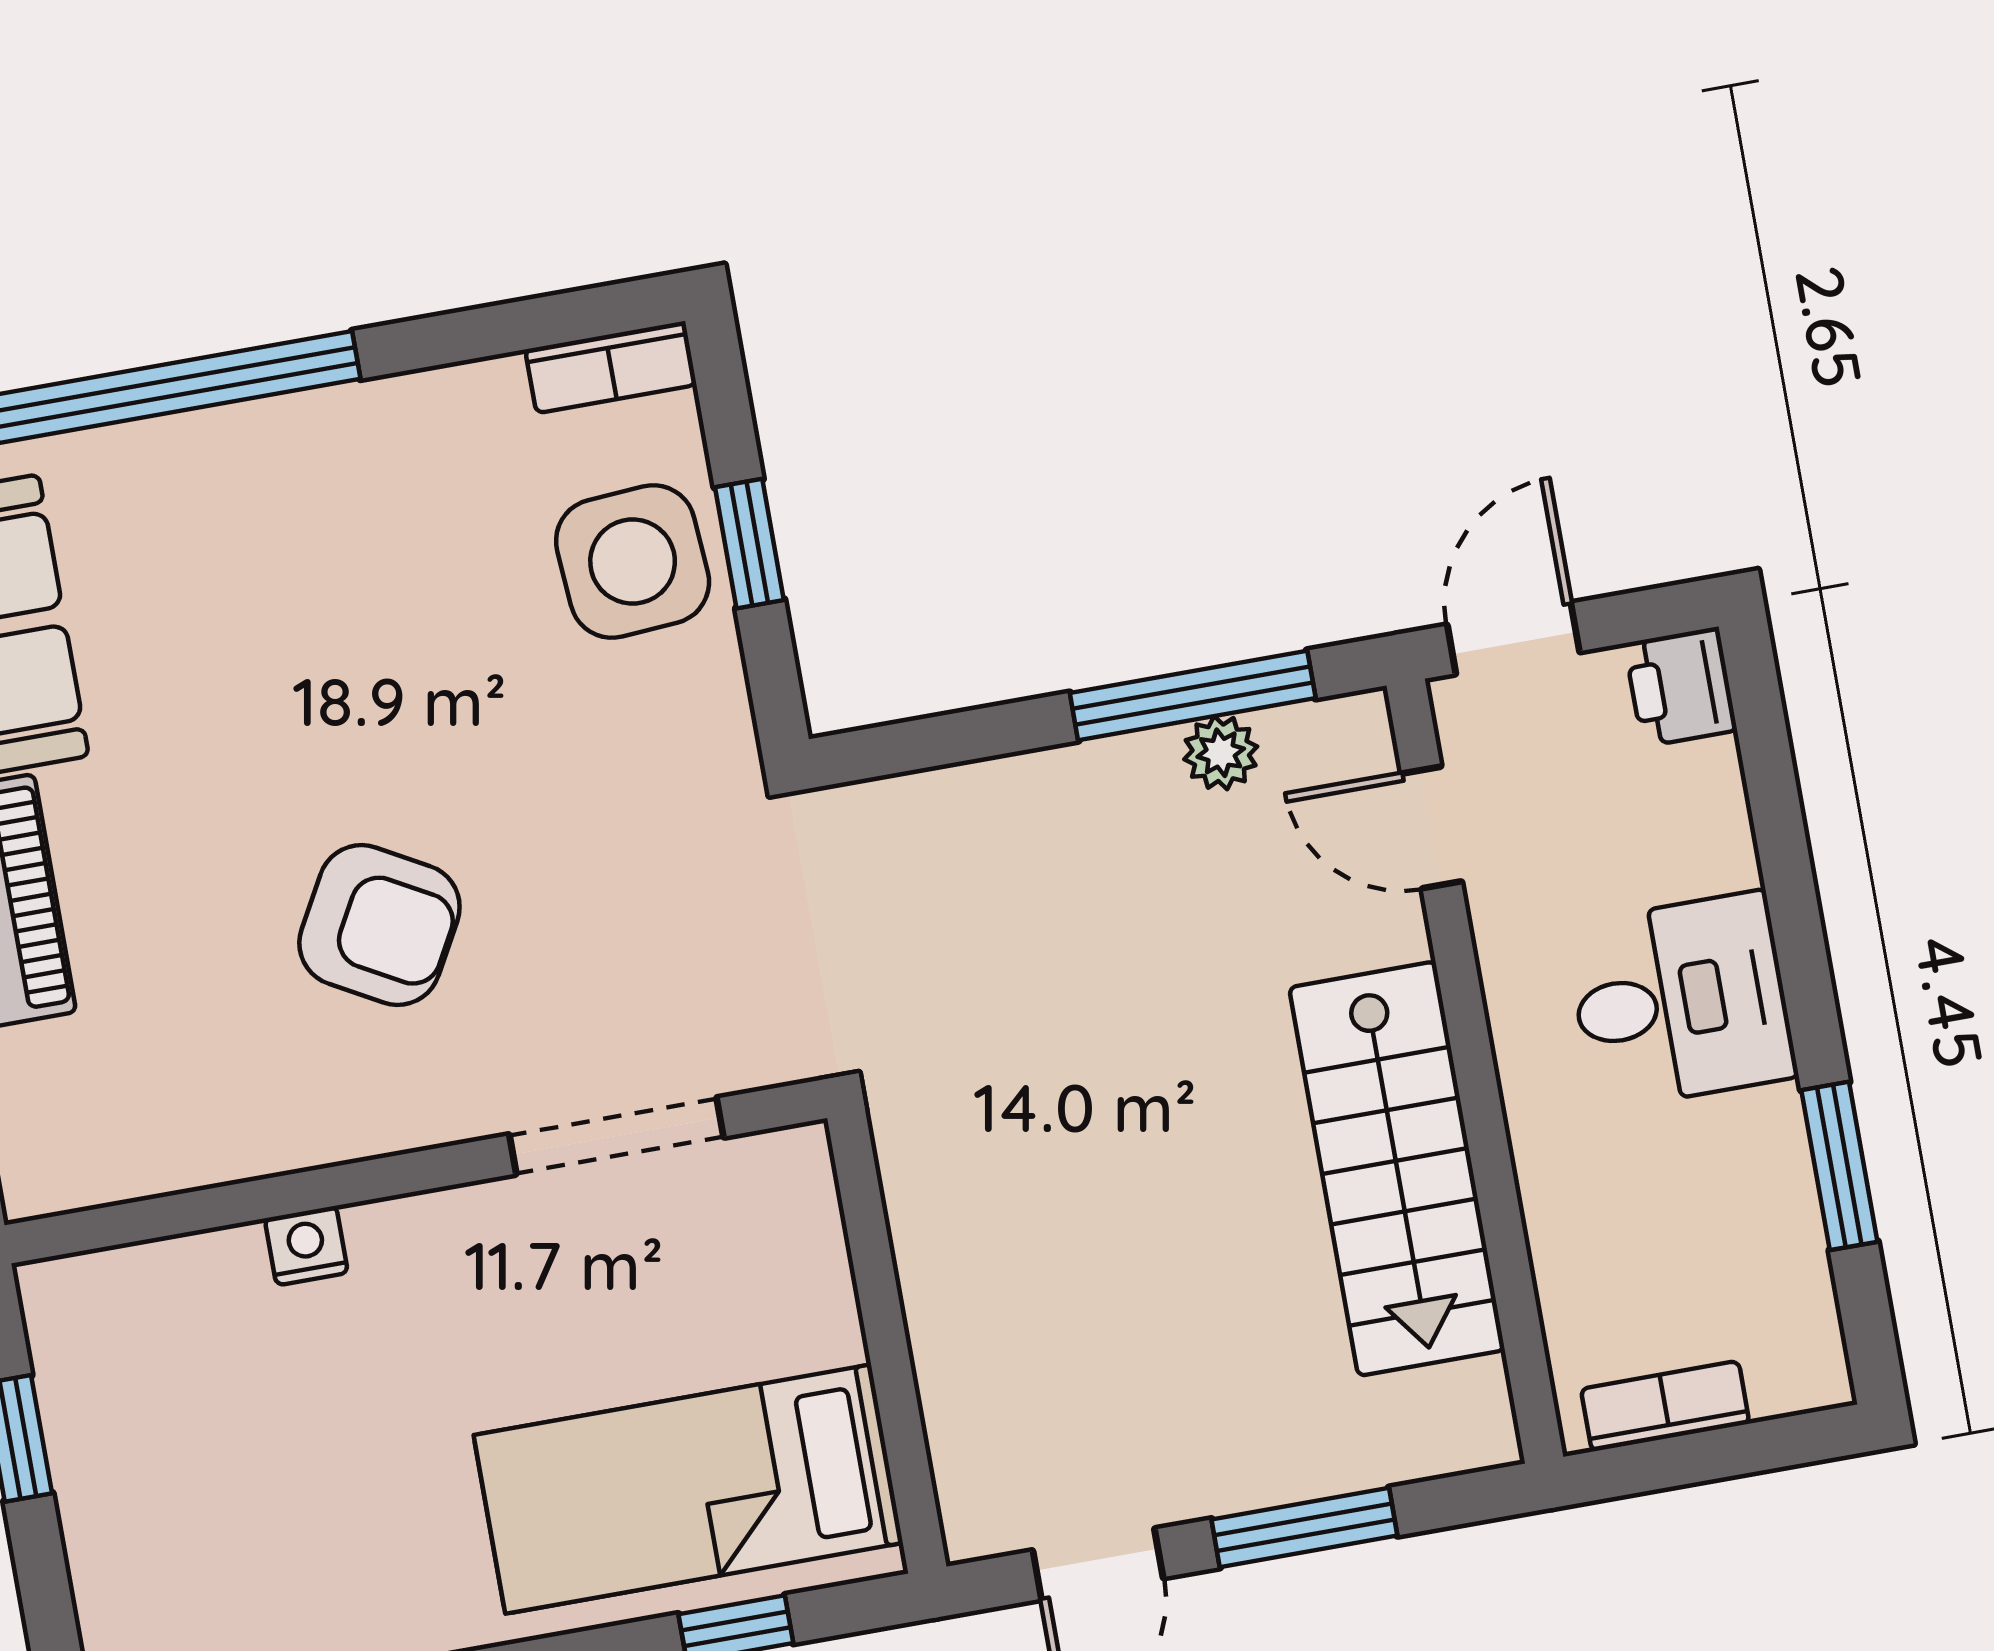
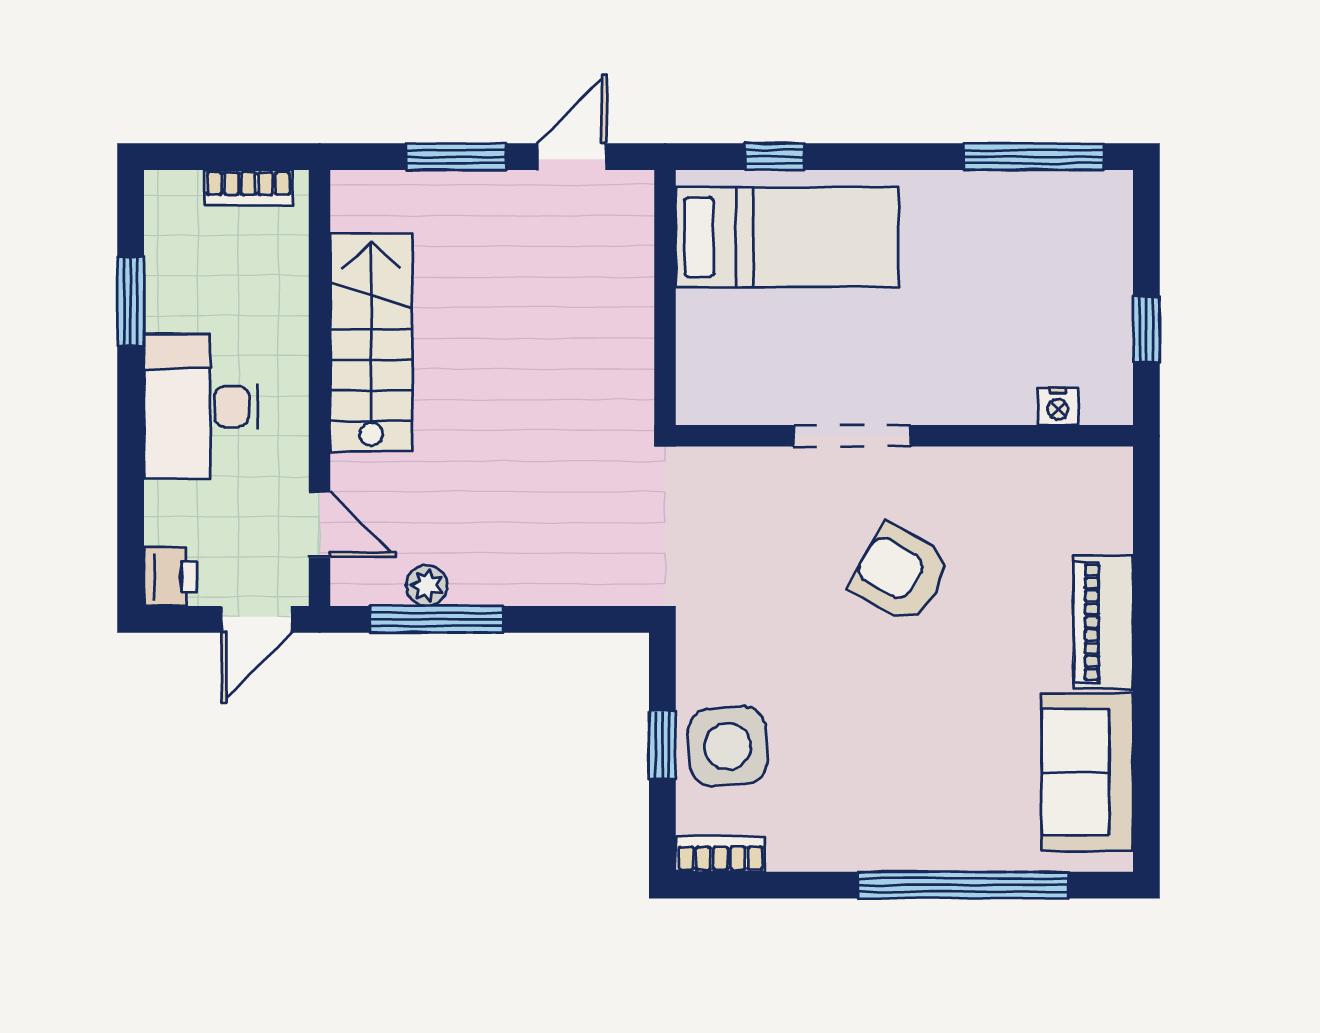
desk: (1681, 1001) -> (201, 406), width x1.37
doorway: (616, 1136) -> (852, 436), moved
nightstand: (306, 1246) -> (1058, 406), moved

